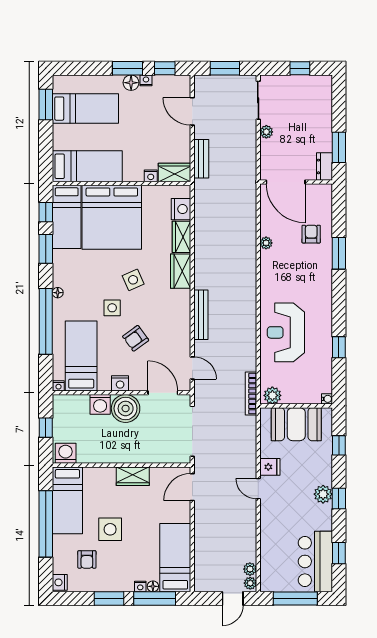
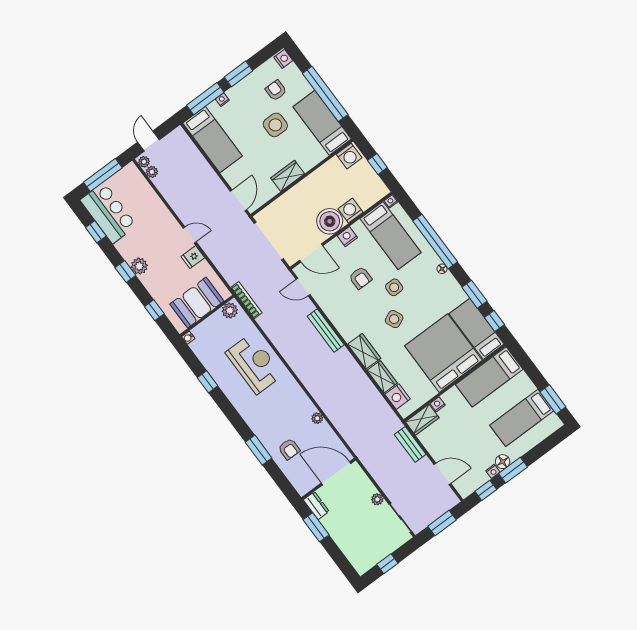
armchair: (136, 338) -> (360, 278), turned 126
floor lamp: (153, 586) -> (213, 107), removed

